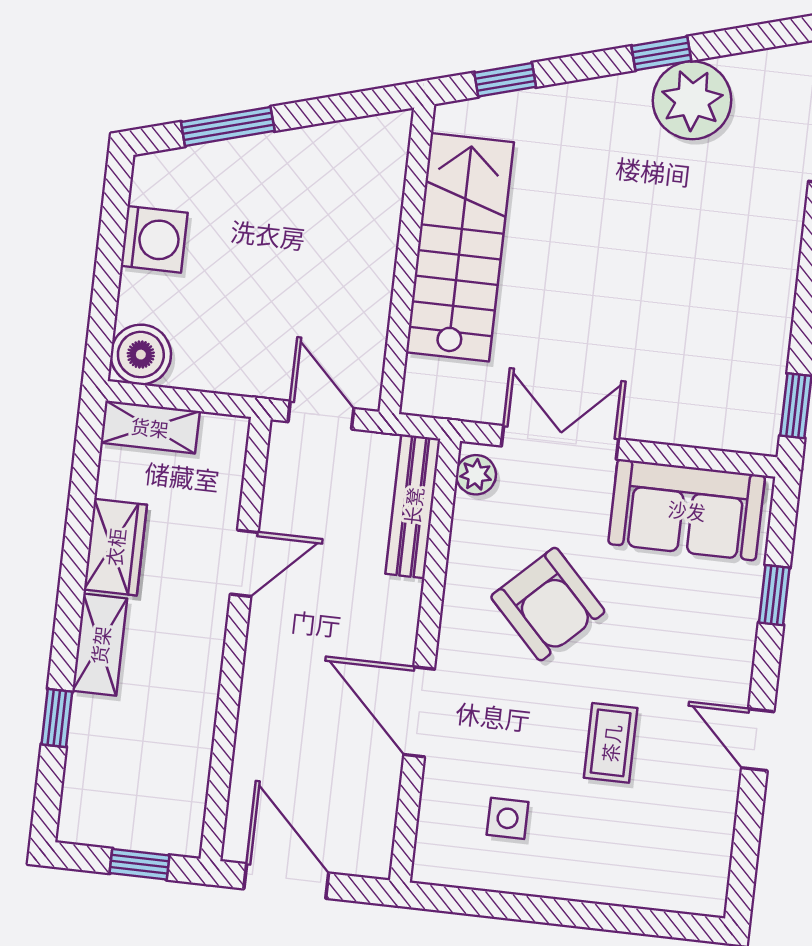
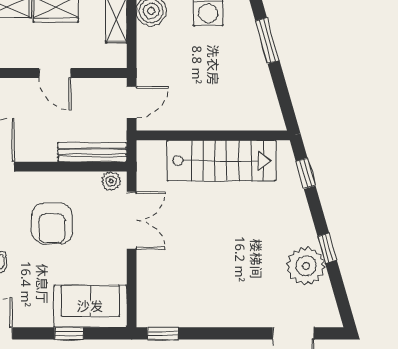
sofa: (687, 510) -> (90, 306), moved, turned 90
armchair: (548, 604) -> (52, 223), turned -46

